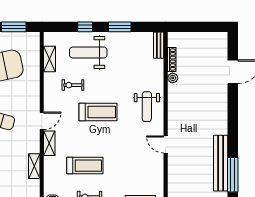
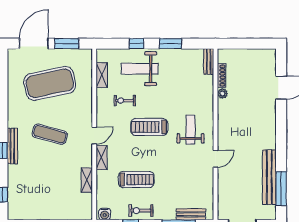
weight bench: (147, 107) -> (191, 130), moved, turned 180
treadmill: (98, 112) -> (149, 127), turned 180
door: (166, 144) -> (215, 159), swing flipped

